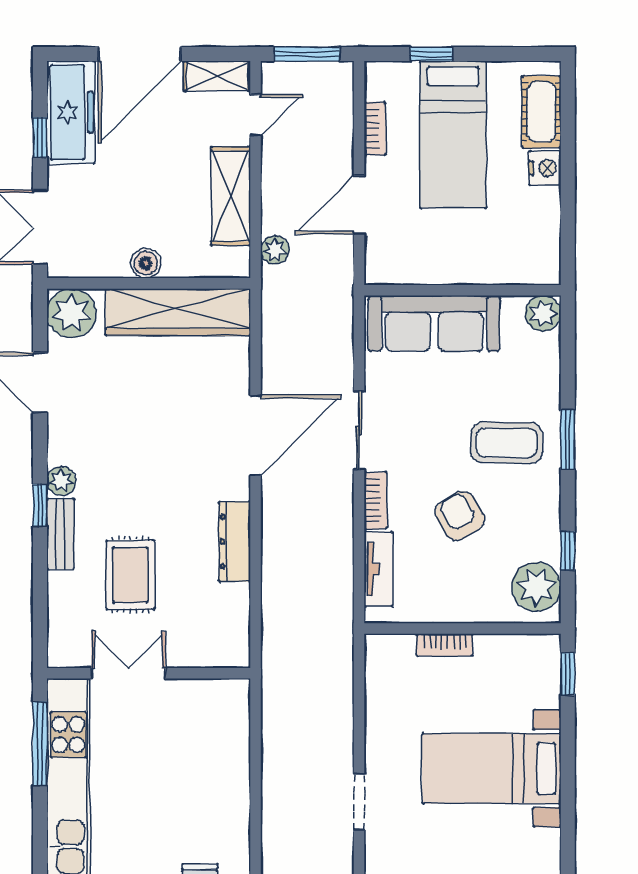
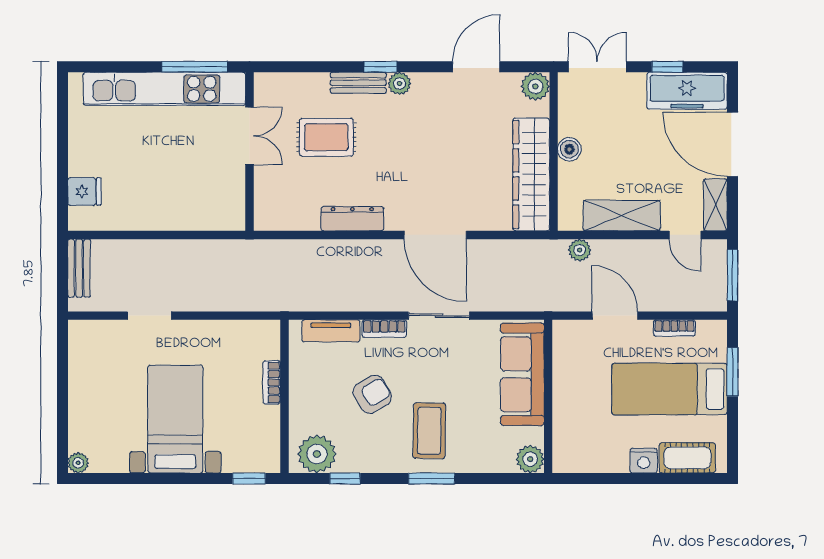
window: (431, 54) -> (732, 372), width x1.50
plant: (72, 313) -> (535, 86), width x0.73, depth x0.73

